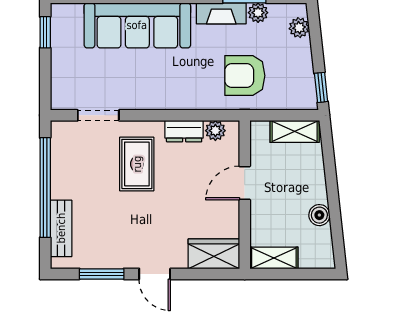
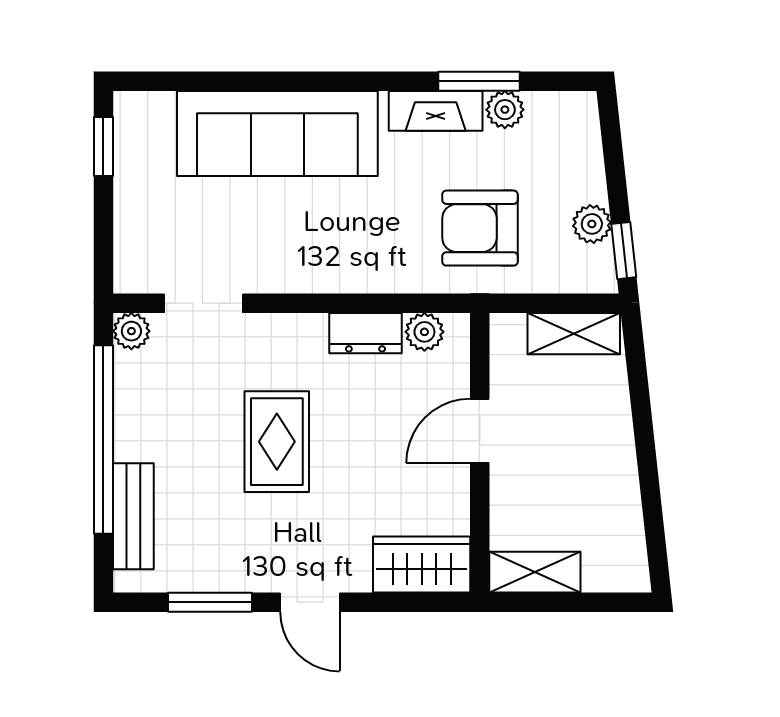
plant: (299, 28) -> (592, 224), moved
plant: (60, 130) -> (131, 331), added
rug: (137, 164) -> (277, 442), moved
boiler: (319, 215) -> (621, 491), removed

